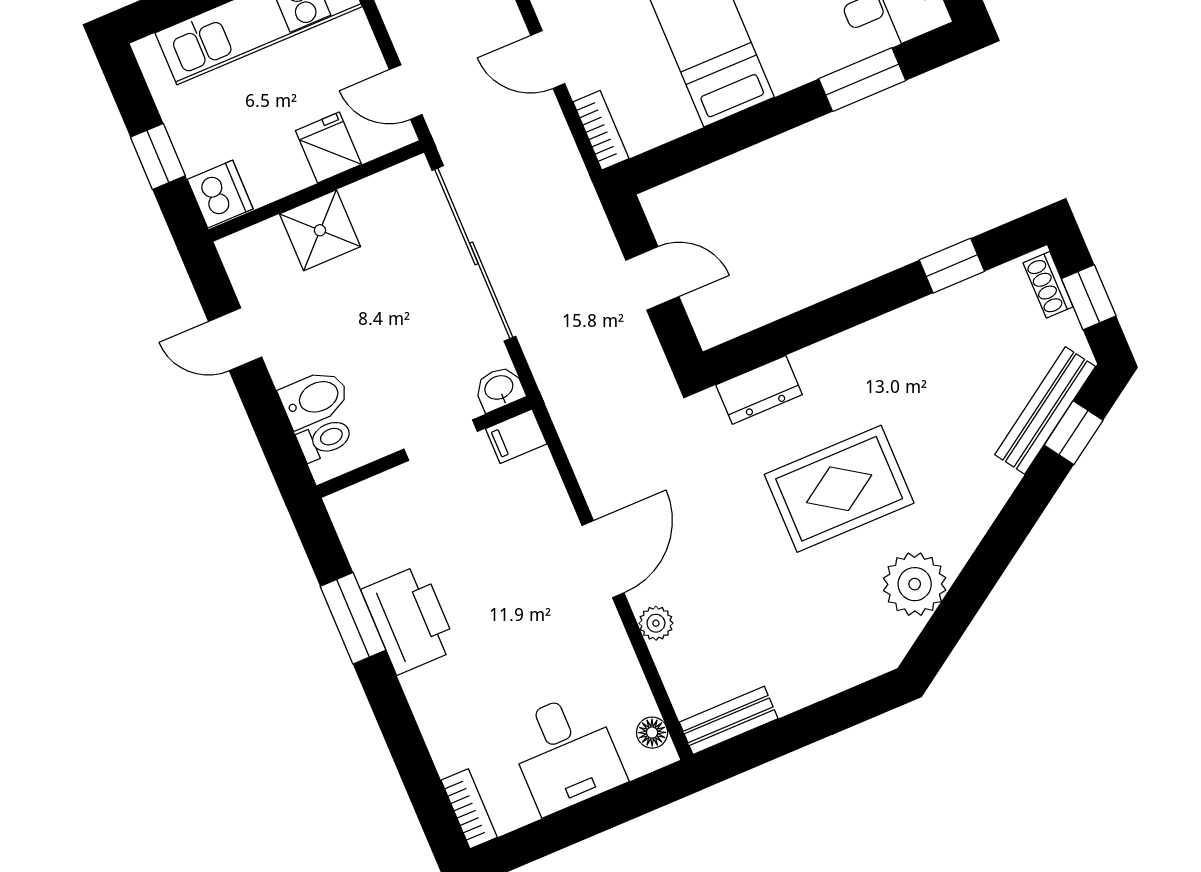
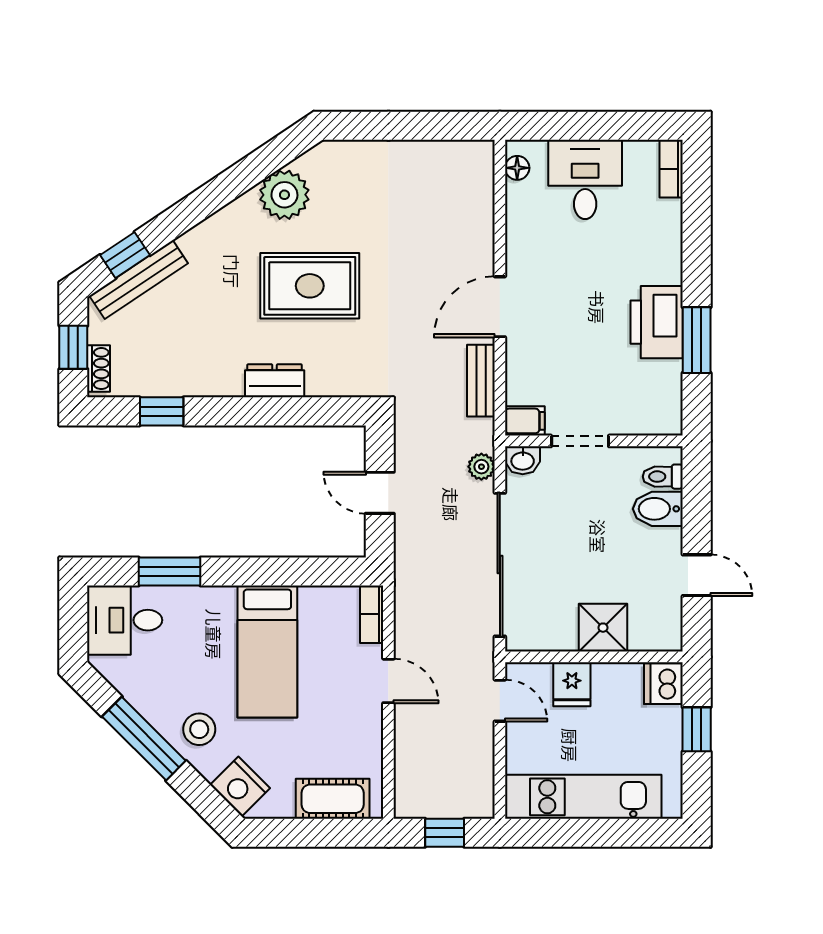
dresser: (759, 390) -> (275, 381), moved
plant: (656, 623) -> (481, 467), moved
bench: (729, 720) -> (481, 381), moved, turned 90

